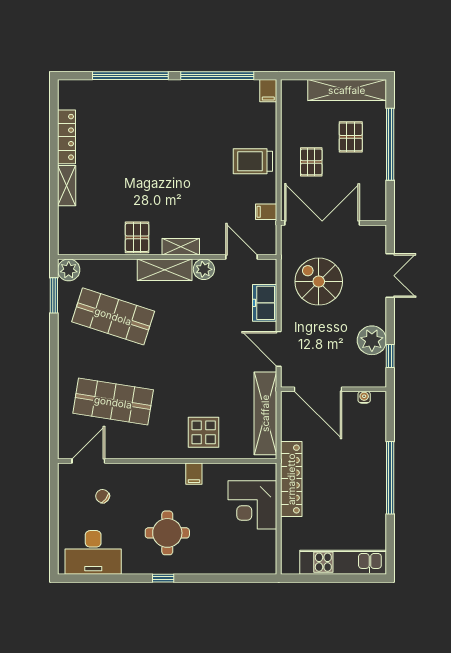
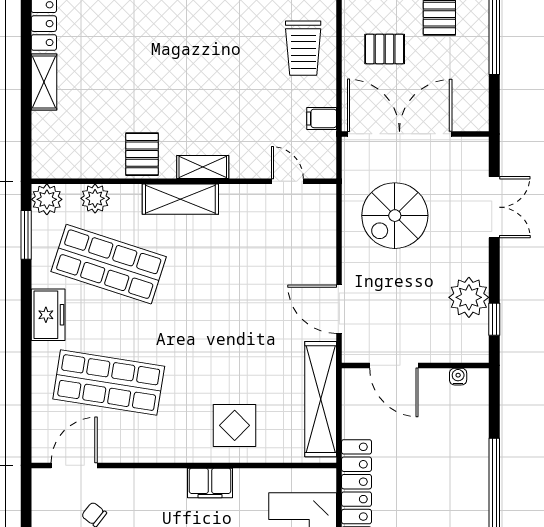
trolley: (253, 161) -> (303, 48), turned -90
pallet: (311, 162) -> (385, 49), turned 90
door: (242, 257) -> (287, 181), width x0.73
plant: (204, 269) -> (95, 198), moved
spiral stairs: (319, 282) -> (395, 216), turned -90
freezer: (265, 303) -> (48, 315), moved, turned 180
door: (318, 389) -> (394, 365), width x0.73
filing cabinet: (194, 474) -> (210, 483), width x2.00

